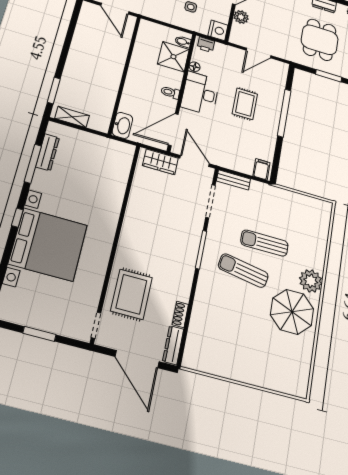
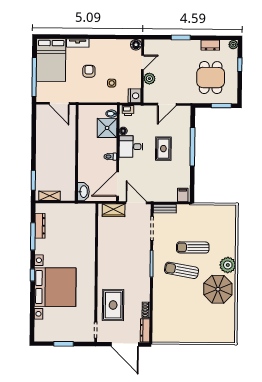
desk: (200, 93) -> (131, 147), width x0.73

